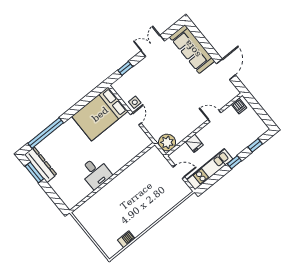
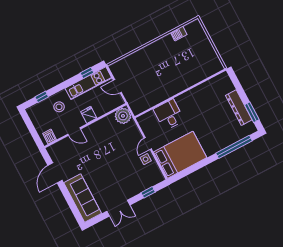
stool: (235, 139) -> (59, 107), added
fridge: (194, 143) -> (89, 115), moved
window: (234, 162) -> (87, 73), moved
dresser: (41, 165) -> (239, 108), moved
desk: (95, 173) -> (169, 115), moved

